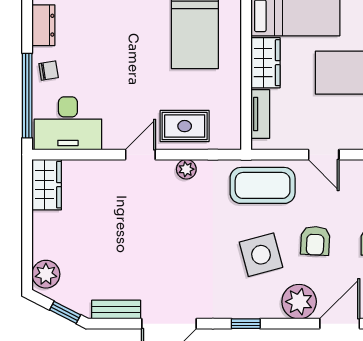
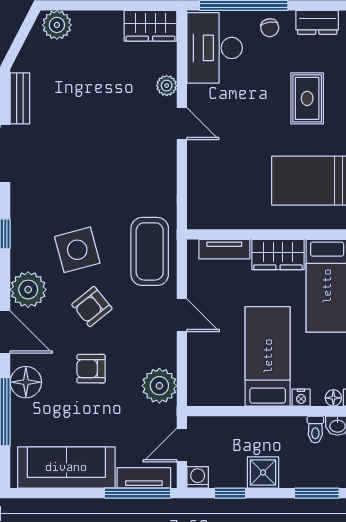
rug: (185, 126) -> (307, 98), moved
door: (324, 155) -> (182, 315), swing flipped
plant: (186, 169) -> (167, 86), moved
armchair: (315, 241) -> (92, 307), turned -42
window: (65, 312) -> (17, 45), removed

